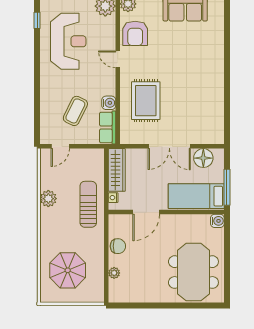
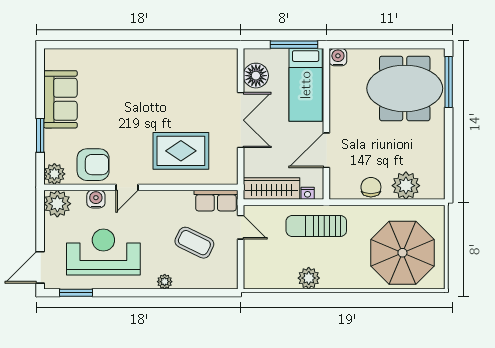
window: (37, 20) -> (76, 293), width x1.50
plant: (46, 88) -> (165, 282), added
water cooler: (109, 103) -> (96, 199), moved
door: (60, 146) -> (241, 227), moved
door: (146, 212) -> (326, 150), swing flipped
parasol: (68, 270) -> (402, 253), width x1.36, depth x1.36
plant: (114, 273) -> (406, 186), width x1.88, depth x1.88
window: (198, 306) -> (449, 82), added

